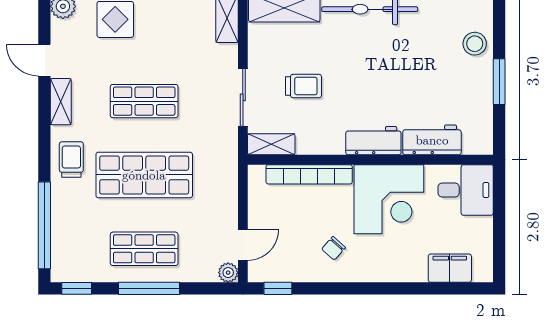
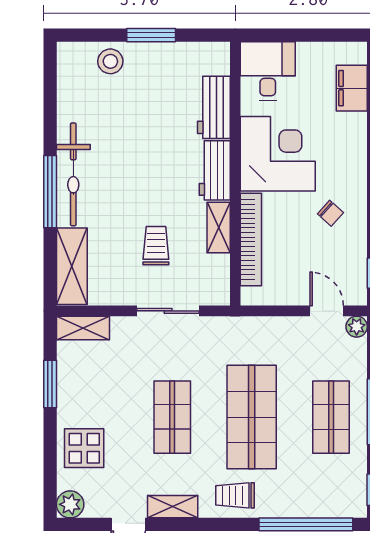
shelving: (271, 144) -> (219, 228), moved

